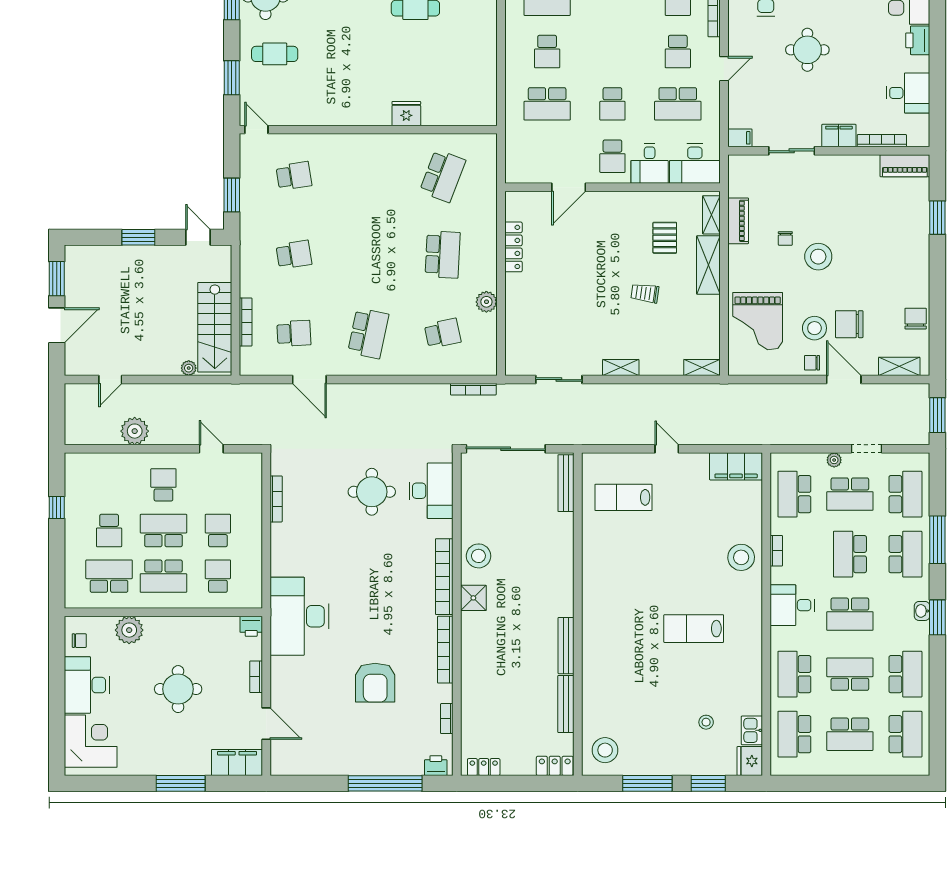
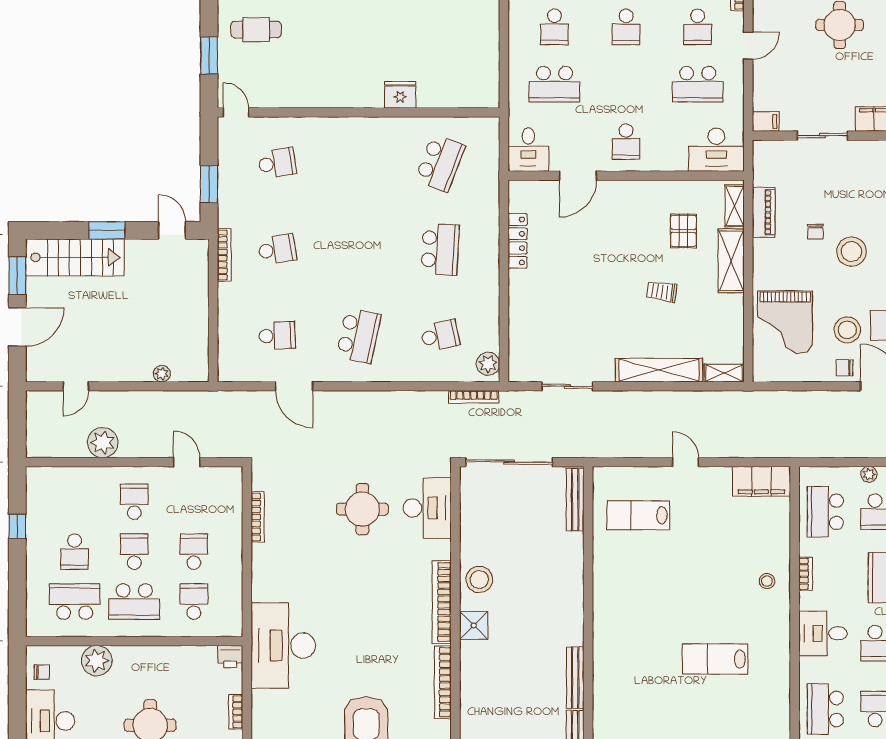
school desk: (612, 104) -> (626, 27), moved
desk: (650, 164) -> (528, 150), moved
plant: (486, 302) -> (488, 364), moved
bookcase: (246, 322) -> (224, 255), moved
stairs: (215, 327) -> (75, 257), moved, turned -90
shelving: (621, 368) -> (659, 370), width x2.20, depth x1.33
school desk: (163, 531) -> (134, 552), width x0.54
stool: (741, 557) -> (767, 581), width x0.53, depth x0.53

